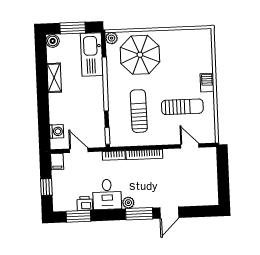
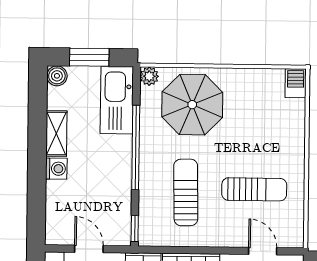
barbecue: (207, 83) -> (296, 83), moved
washing machine: (57, 131) -> (56, 169), moved

